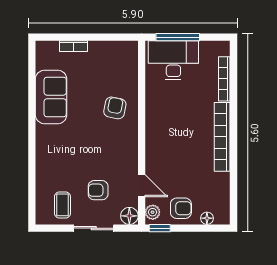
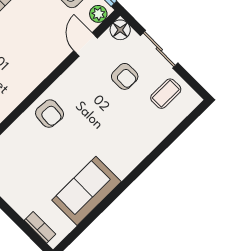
bookcase: (73, 46) -> (40, 227), moved
armchair: (115, 108) -> (50, 114), moved, turned -96

